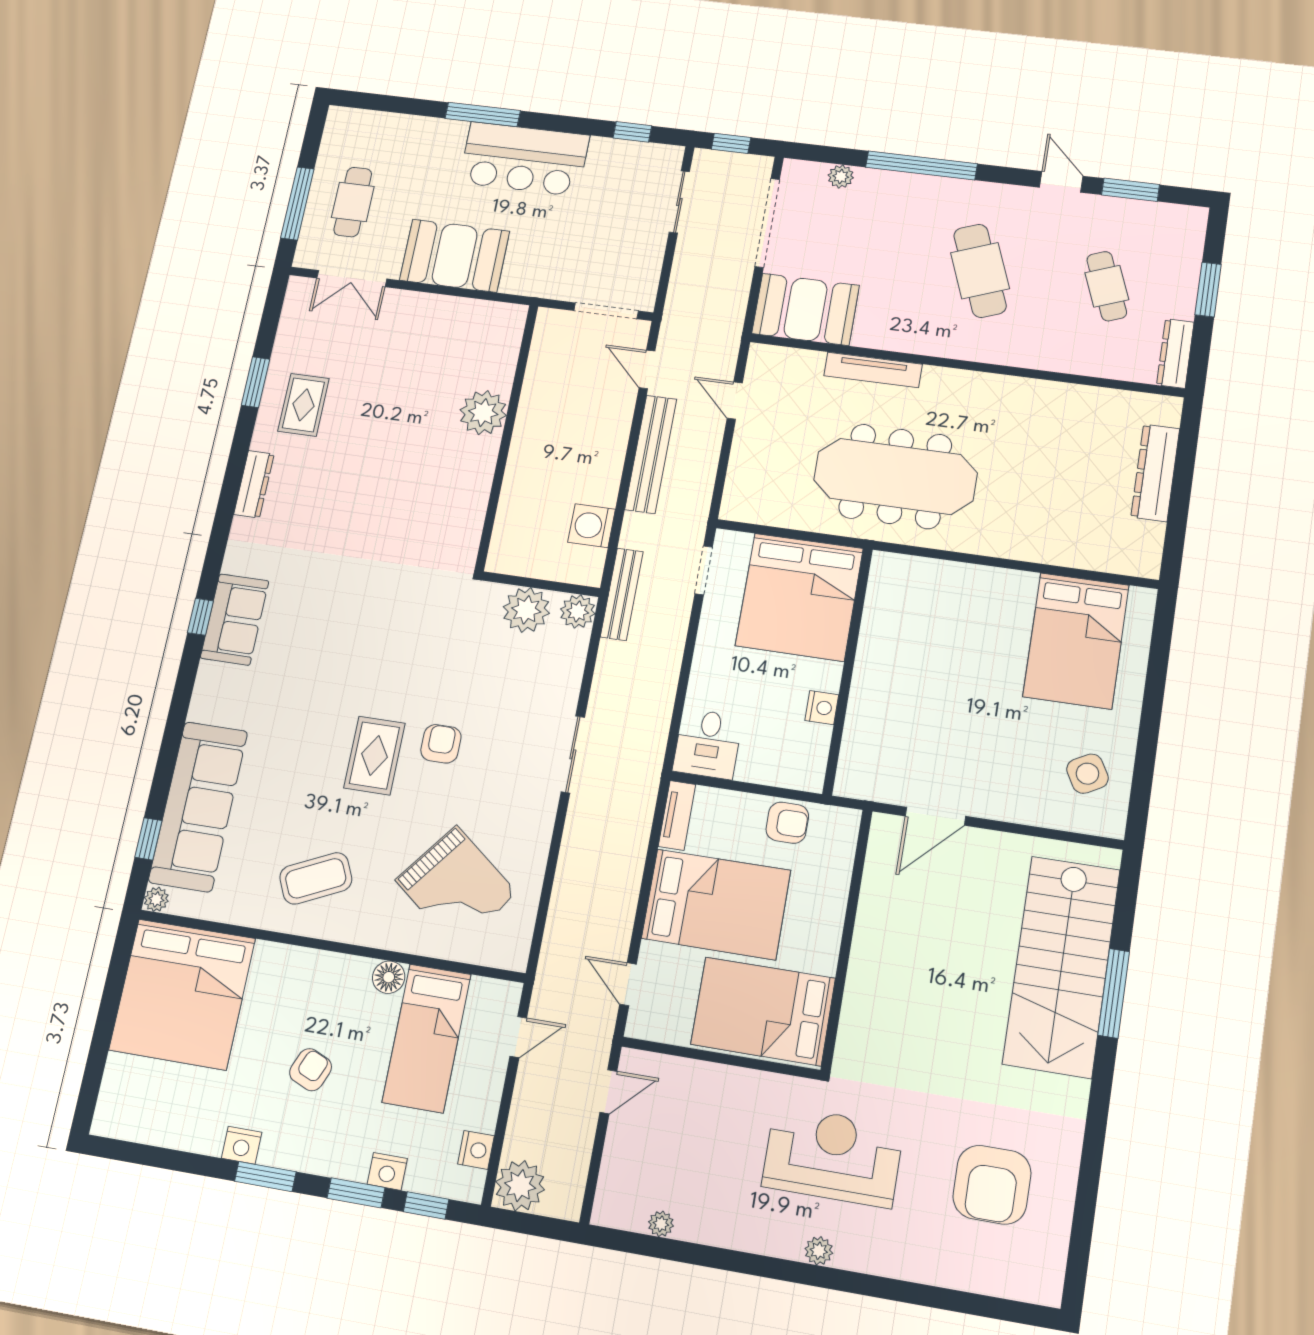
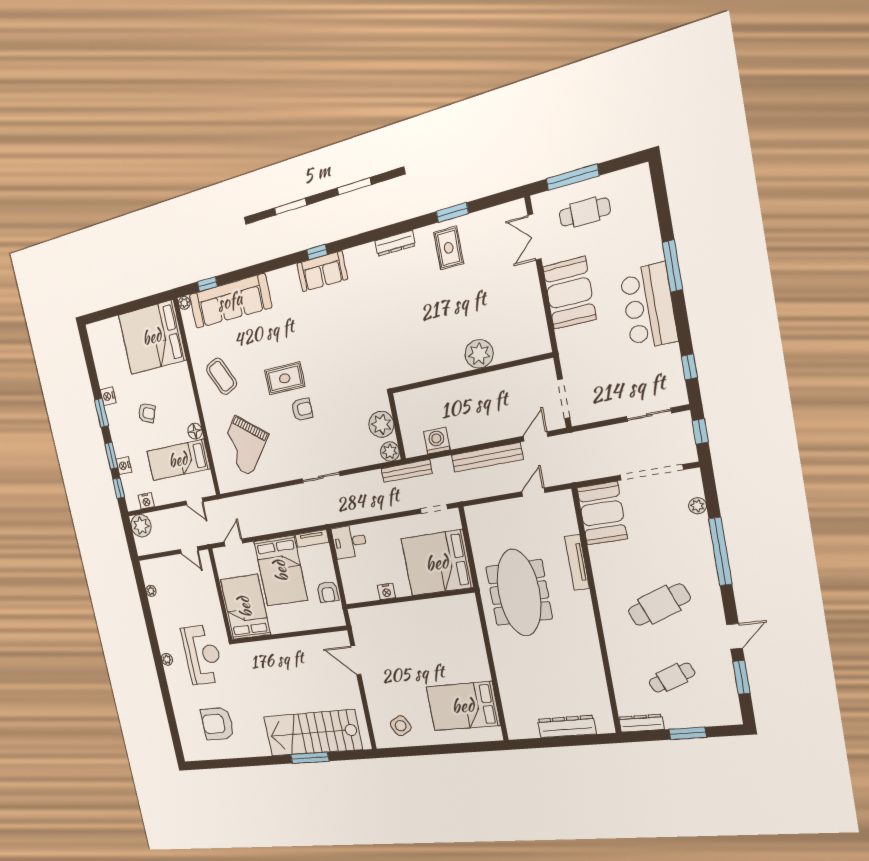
rug: (303, 405) -> (449, 248), turned 90

